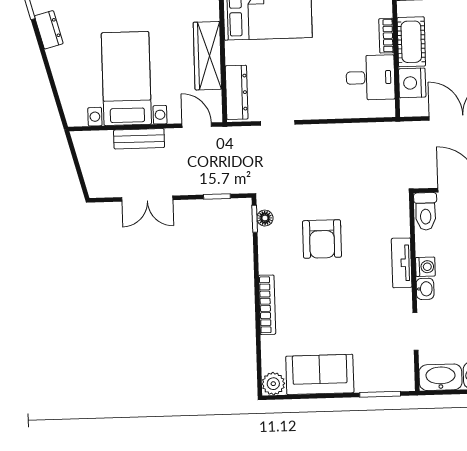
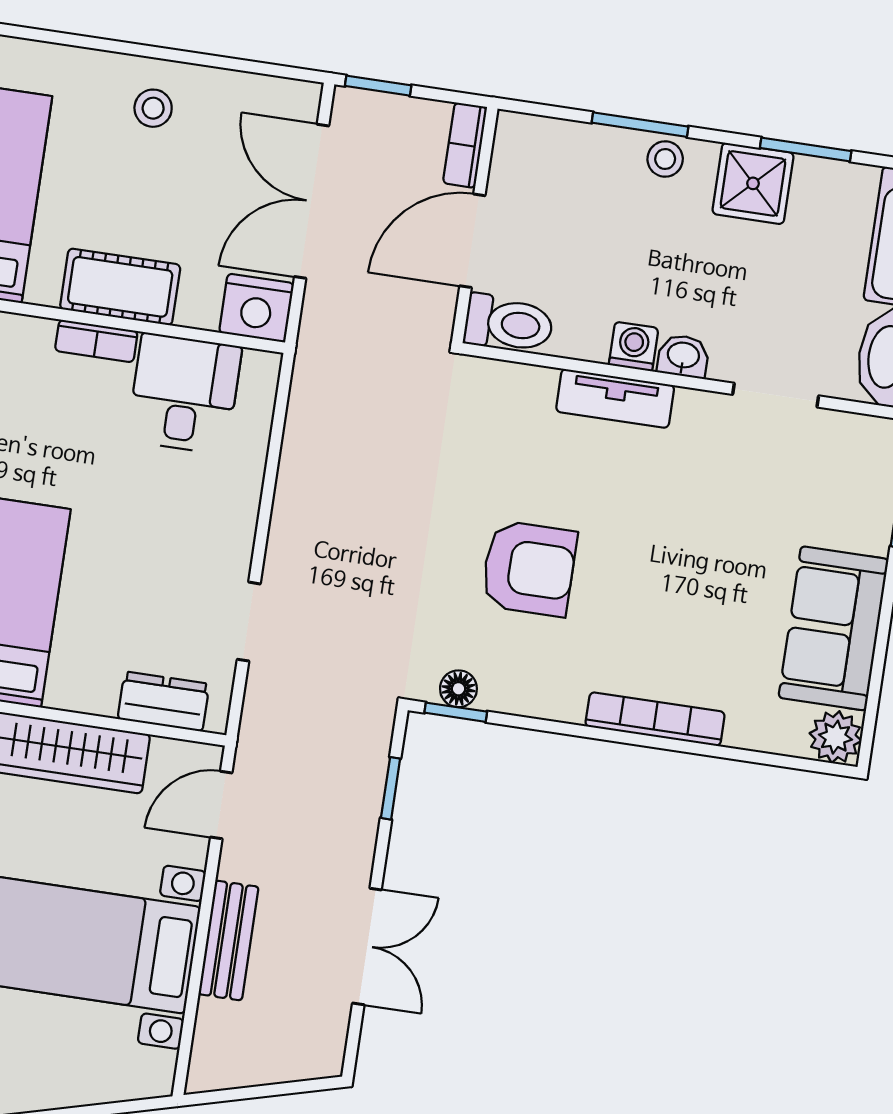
nightstand: (412, 83) -> (256, 308), moved
dresser: (237, 92) -> (163, 701), width x0.70

